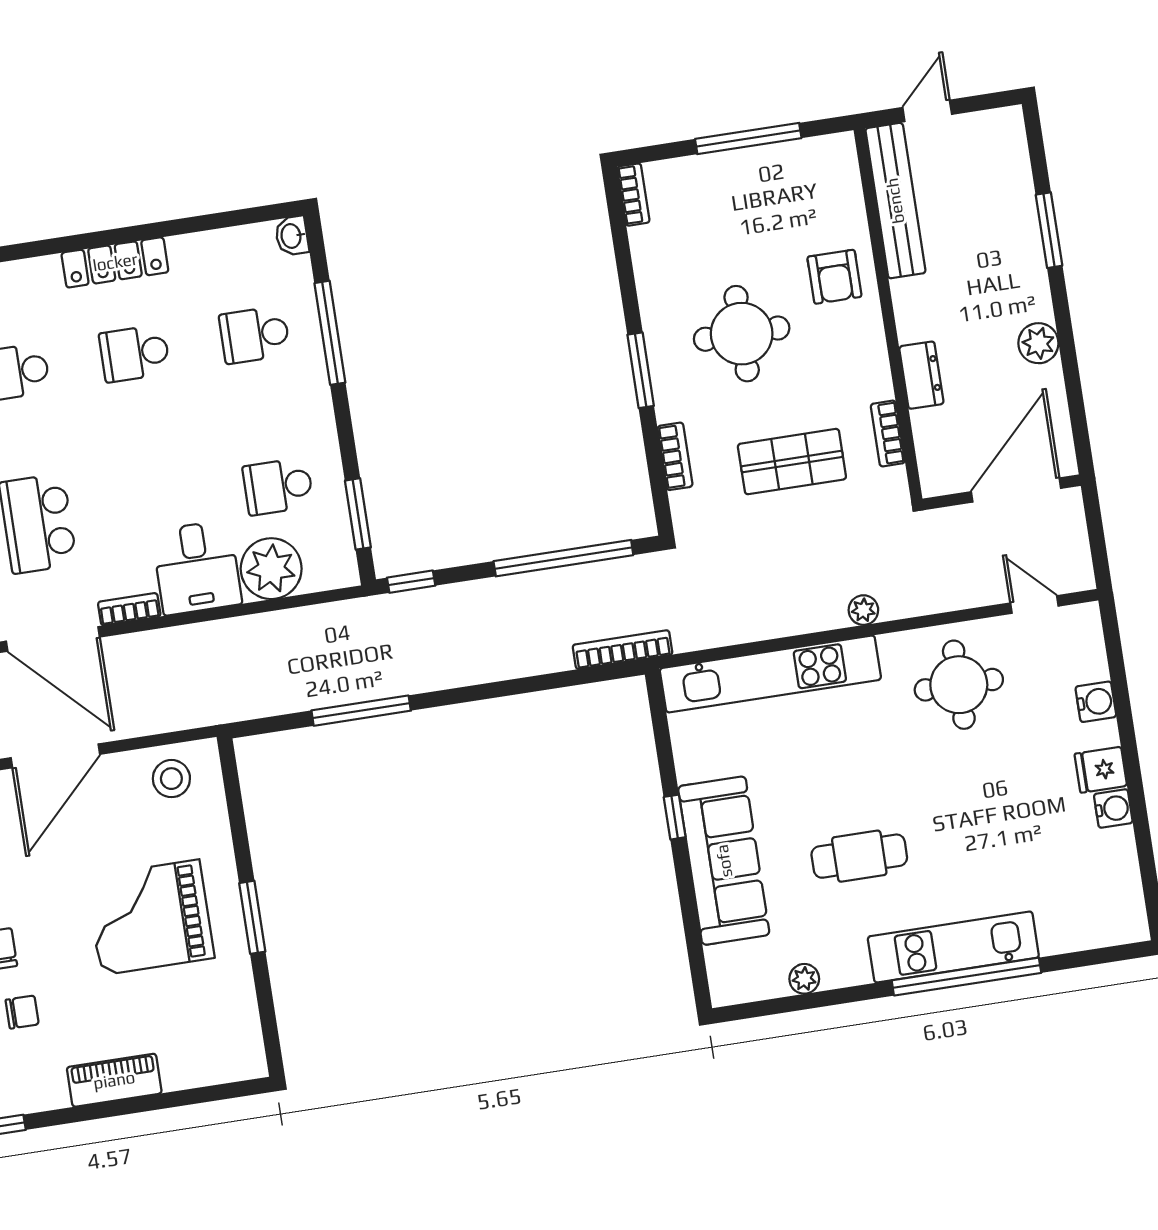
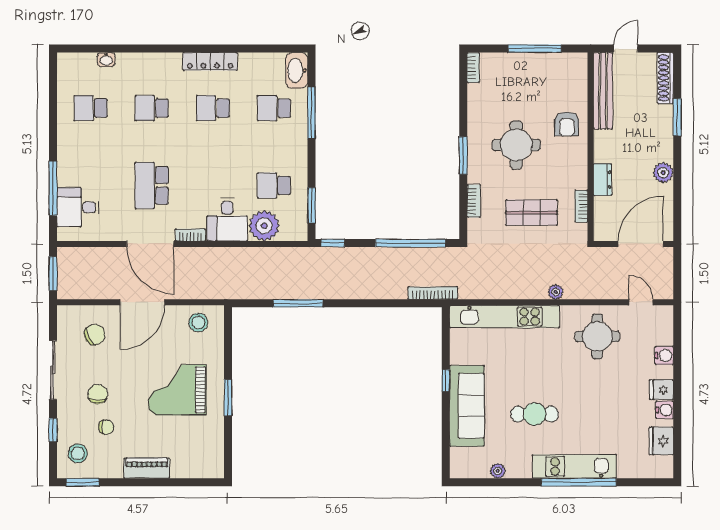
shoe rack: (1014, 156) -> (665, 78), added
washbasin: (292, 236) -> (297, 70), width x1.91, depth x1.45
fridge: (1116, 870) -> (661, 441), added

